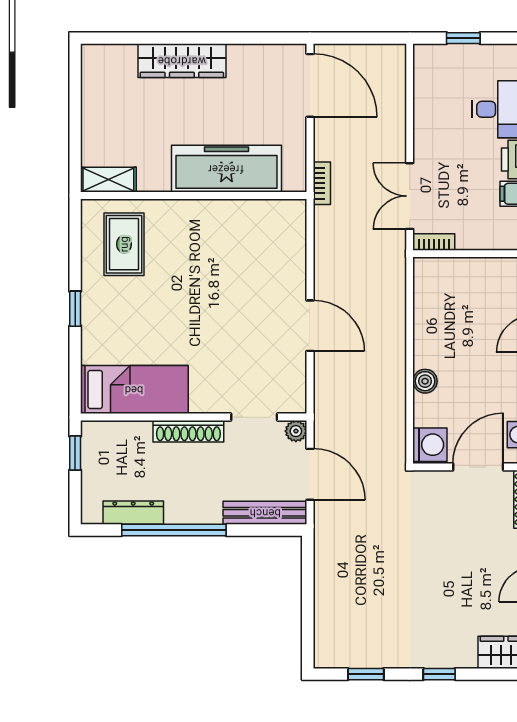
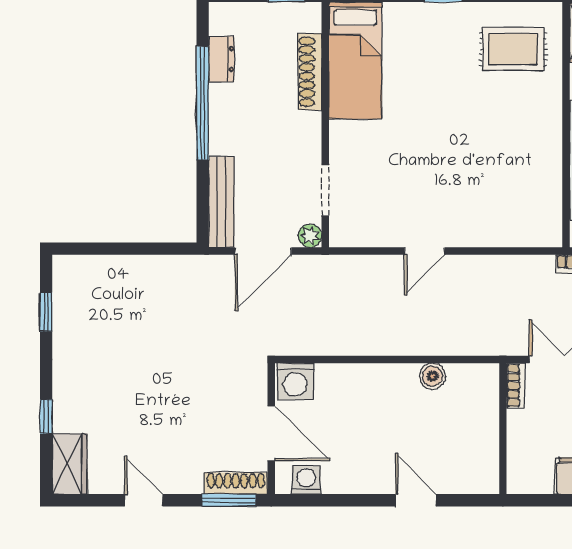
door: (310, 326) -> (424, 251), width x0.73
boiler: (425, 381) -> (432, 376), moved
shoe rack: (188, 431) -> (310, 72), moved
dresser: (133, 513) -> (221, 59), width x0.70
window: (439, 674) -> (46, 417), moved

